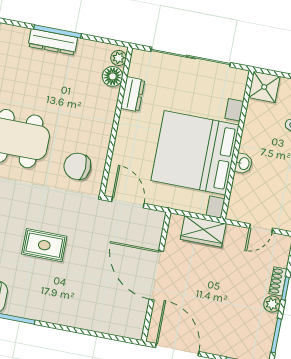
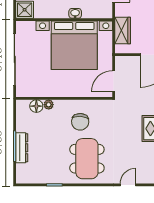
plant: (119, 58) -> (49, 105), moved
dresser: (133, 94) -> (45, 91), removed
chair: (77, 166) -> (80, 122), moved

